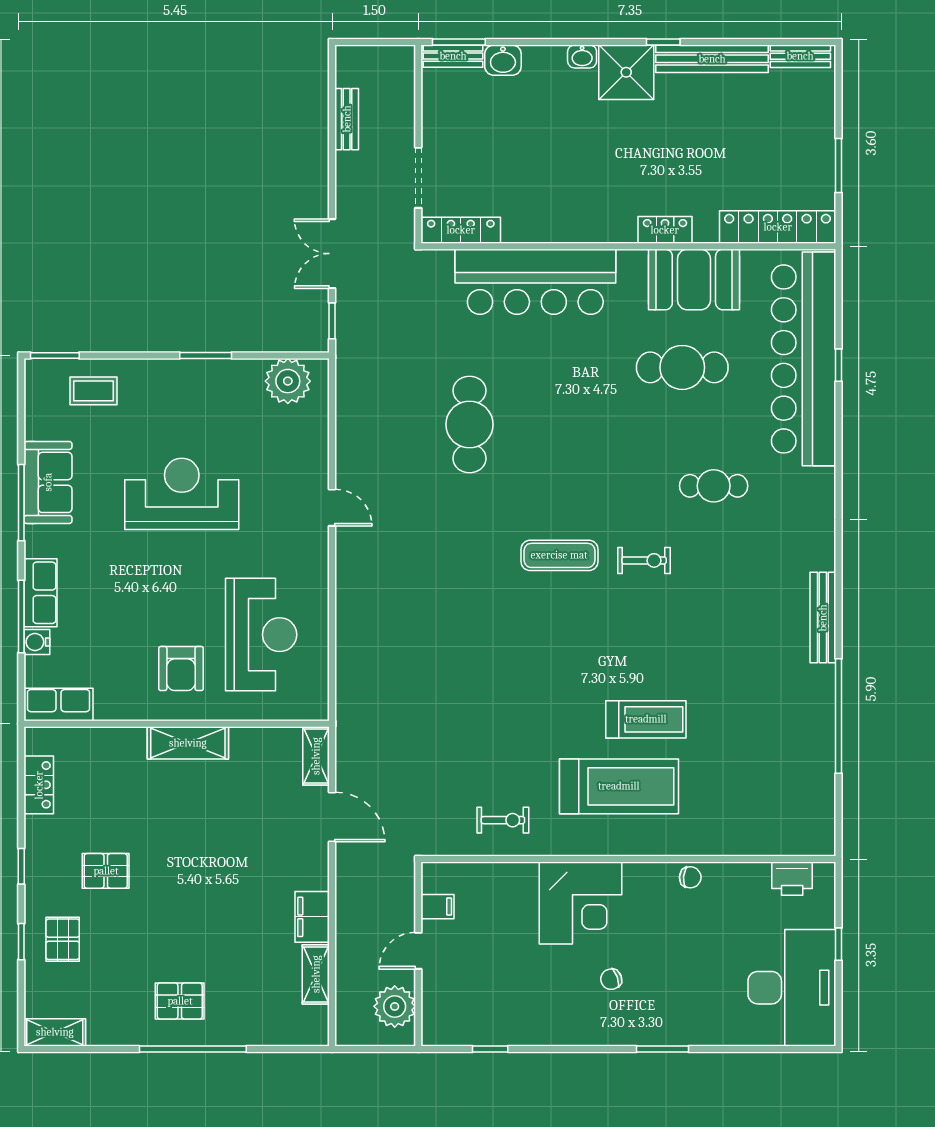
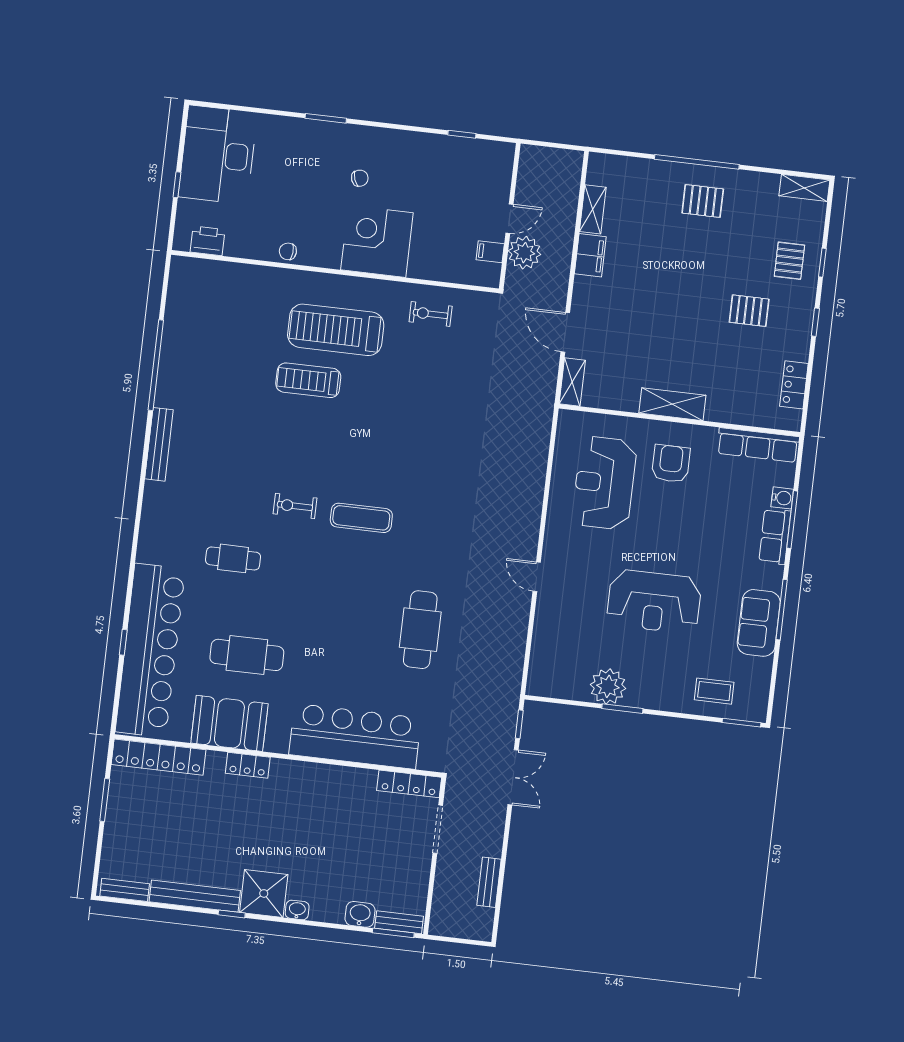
plant: (288, 381) -> (608, 686), moved
row of seats: (58, 705) -> (758, 445), width x1.48
plant: (395, 1006) -> (524, 253), moved

